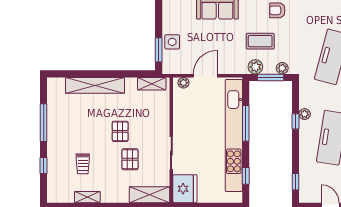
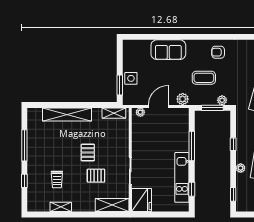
plant: (255, 67) -> (183, 99), moved
plant: (305, 114) -> (241, 168), moved
kitchen unit: (234, 135) -> (182, 177), width x0.54
pallet: (130, 159) -> (96, 176), turned 90

